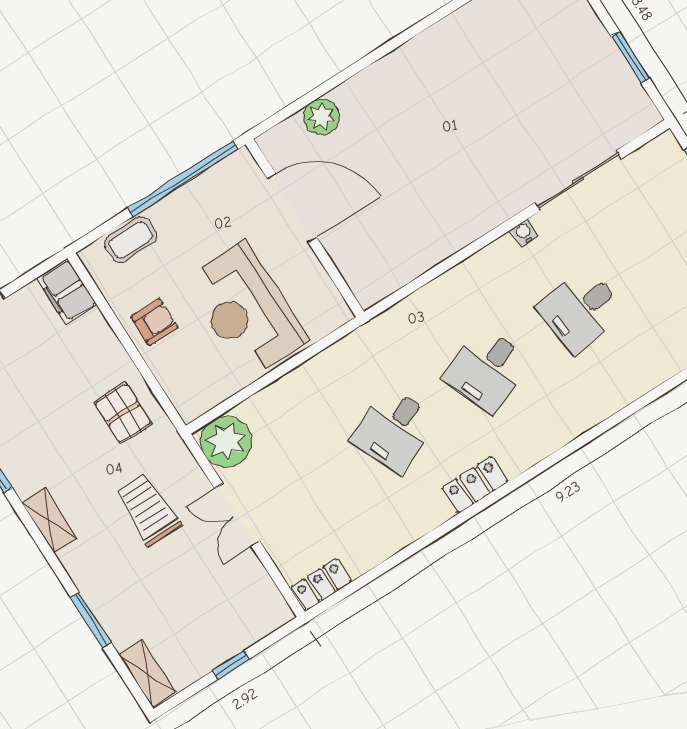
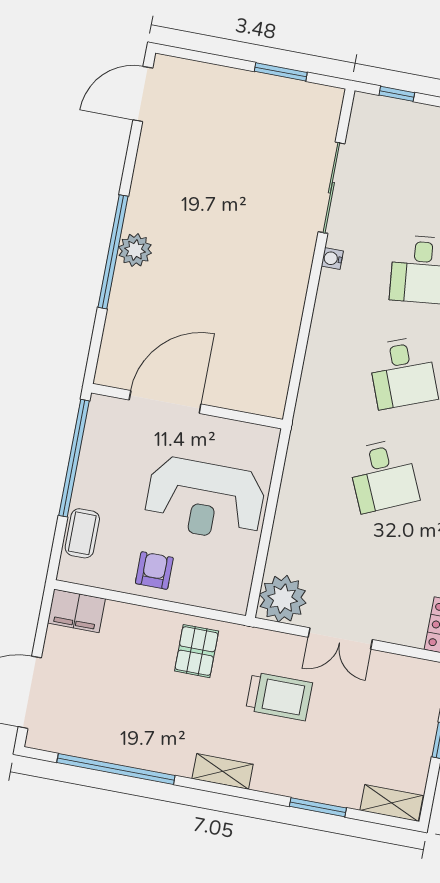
window: (370, 59) -> (113, 252), added
plant: (321, 117) -> (135, 250), moved
pallet: (123, 413) -> (197, 651), turned 90
trolley: (148, 510) -> (279, 696), turned 180

